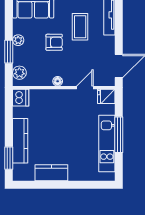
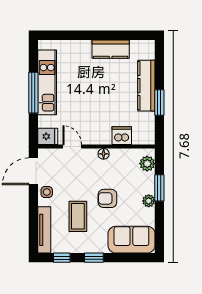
side table: (107, 48) -> (47, 192), added
door: (85, 88) -> (72, 146), swing flipped
dishwasher: (21, 98) -> (122, 136), moved, turned 90
window: (9, 158) -> (159, 102), moved

